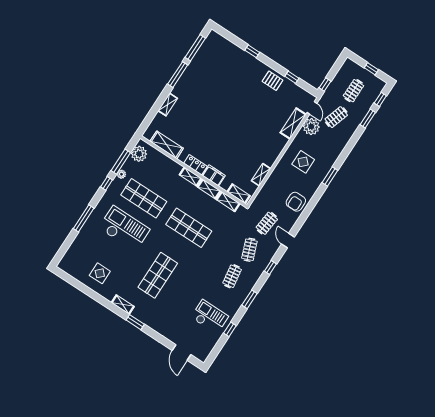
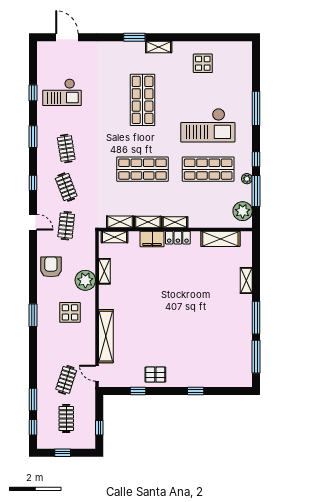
window: (325, 85) -> (99, 428), moved
shelving: (293, 124) -> (106, 336), width x1.47
plant: (311, 127) -> (85, 280), moved

